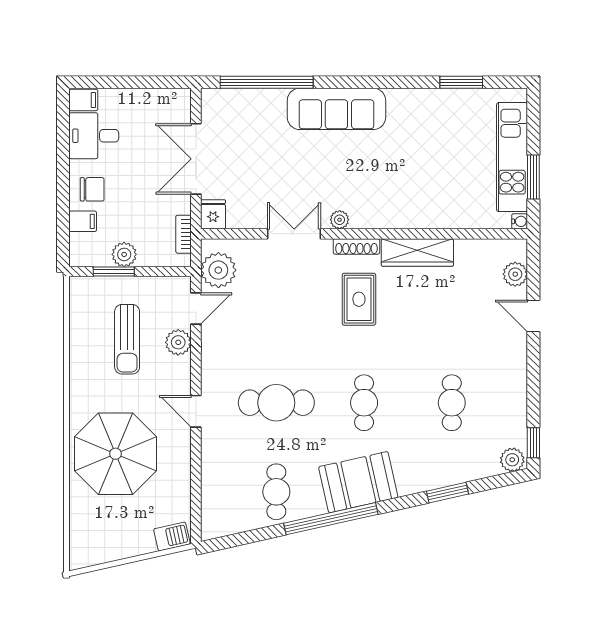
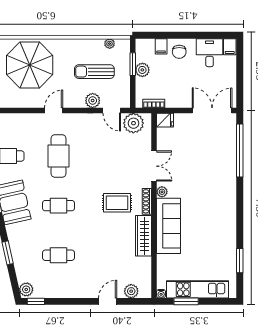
sofa: (336, 109) -> (168, 226), moved, turned 180
double door: (196, 159) -> (212, 110), moved
plant: (78, 312) -> (110, 44), added

